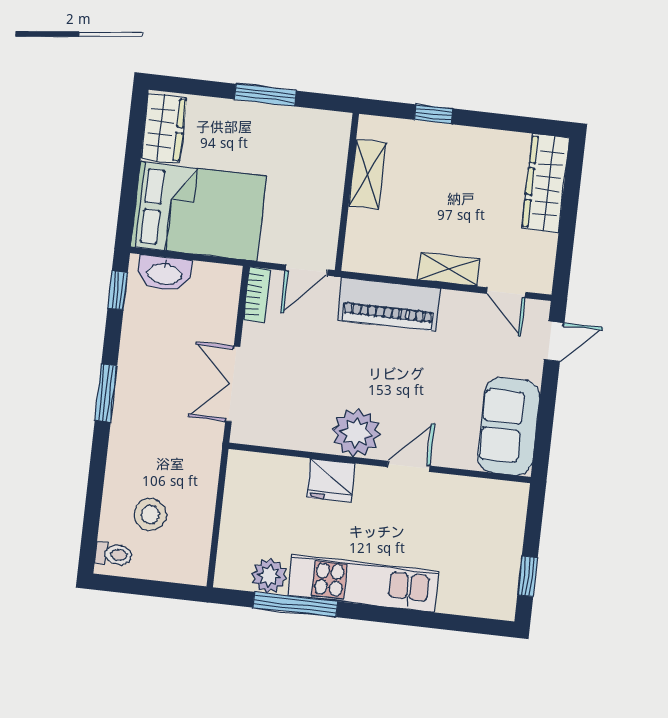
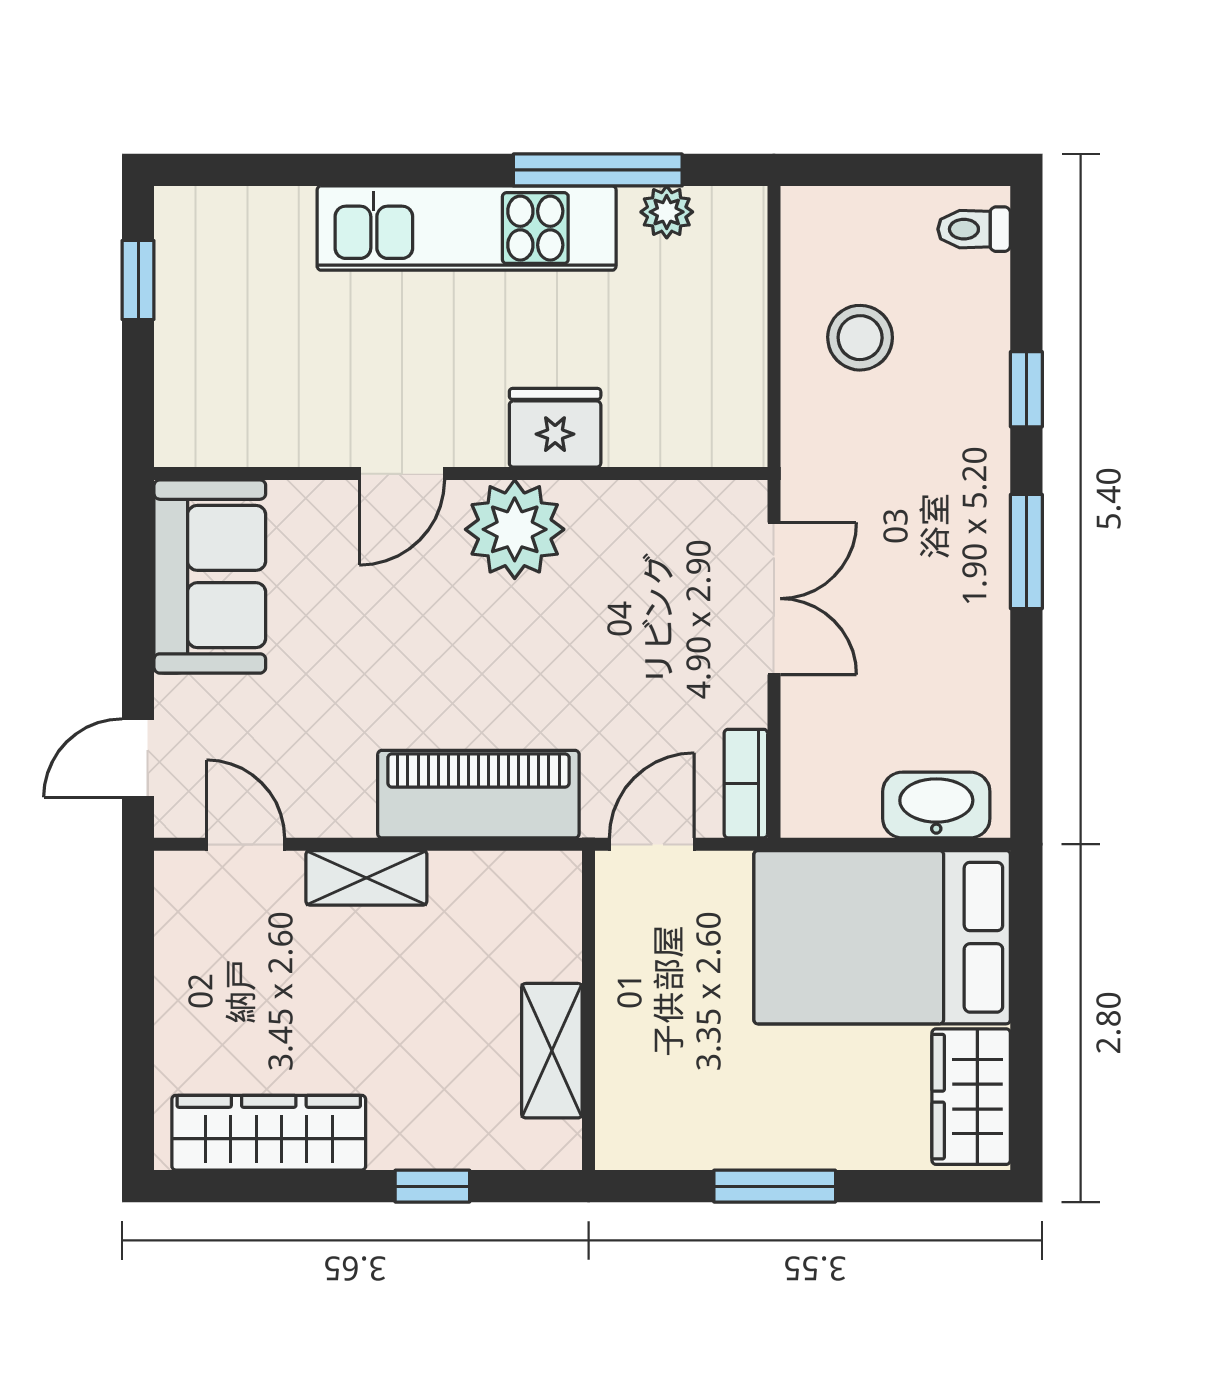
wardrobe: (546, 183) -> (269, 1133), moved, turned -90
window: (118, 290) -> (1026, 389), moved
stool: (150, 515) -> (860, 338), moved
plant: (269, 576) -> (667, 212), width x0.73, depth x0.73

